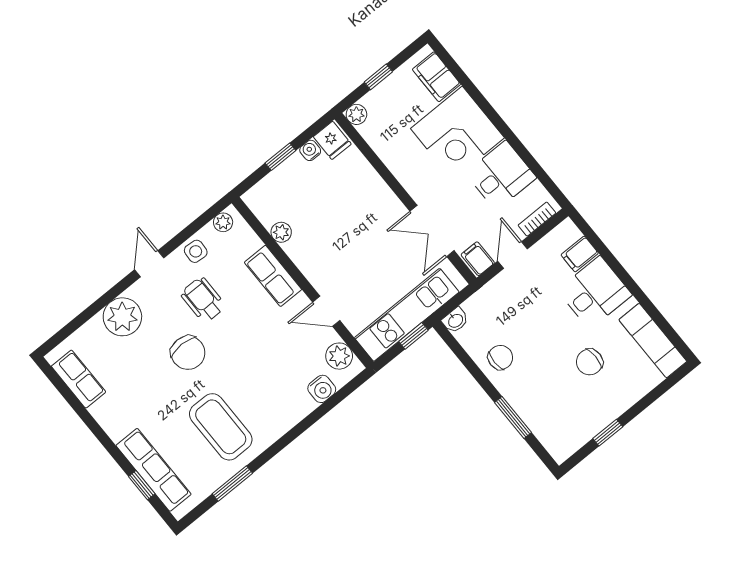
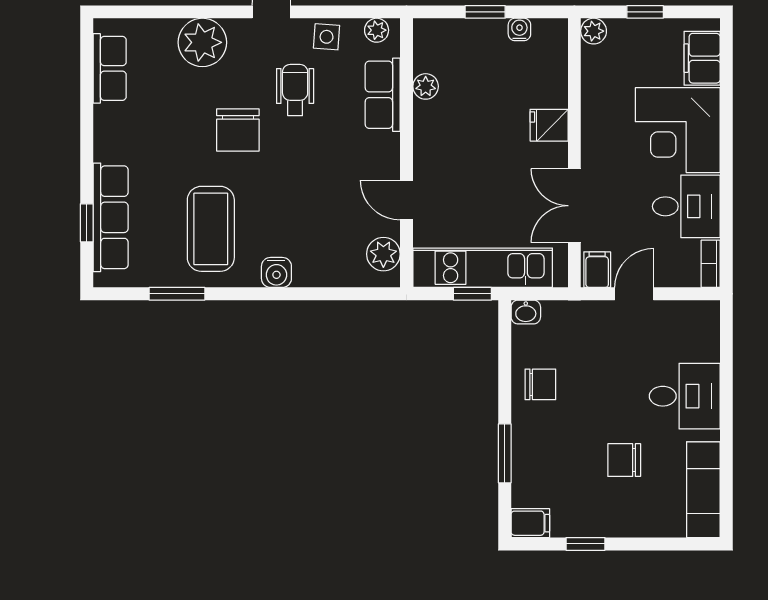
fridge: (332, 140) -> (549, 125), moved, turned 90
bookcase: (537, 219) -> (711, 264), moved, turned -90
filing cabinet: (580, 254) -> (530, 523), moved, turned 180
row of seats: (273, 276) -> (383, 95), moved
water cooler: (322, 389) -> (276, 272), moved

